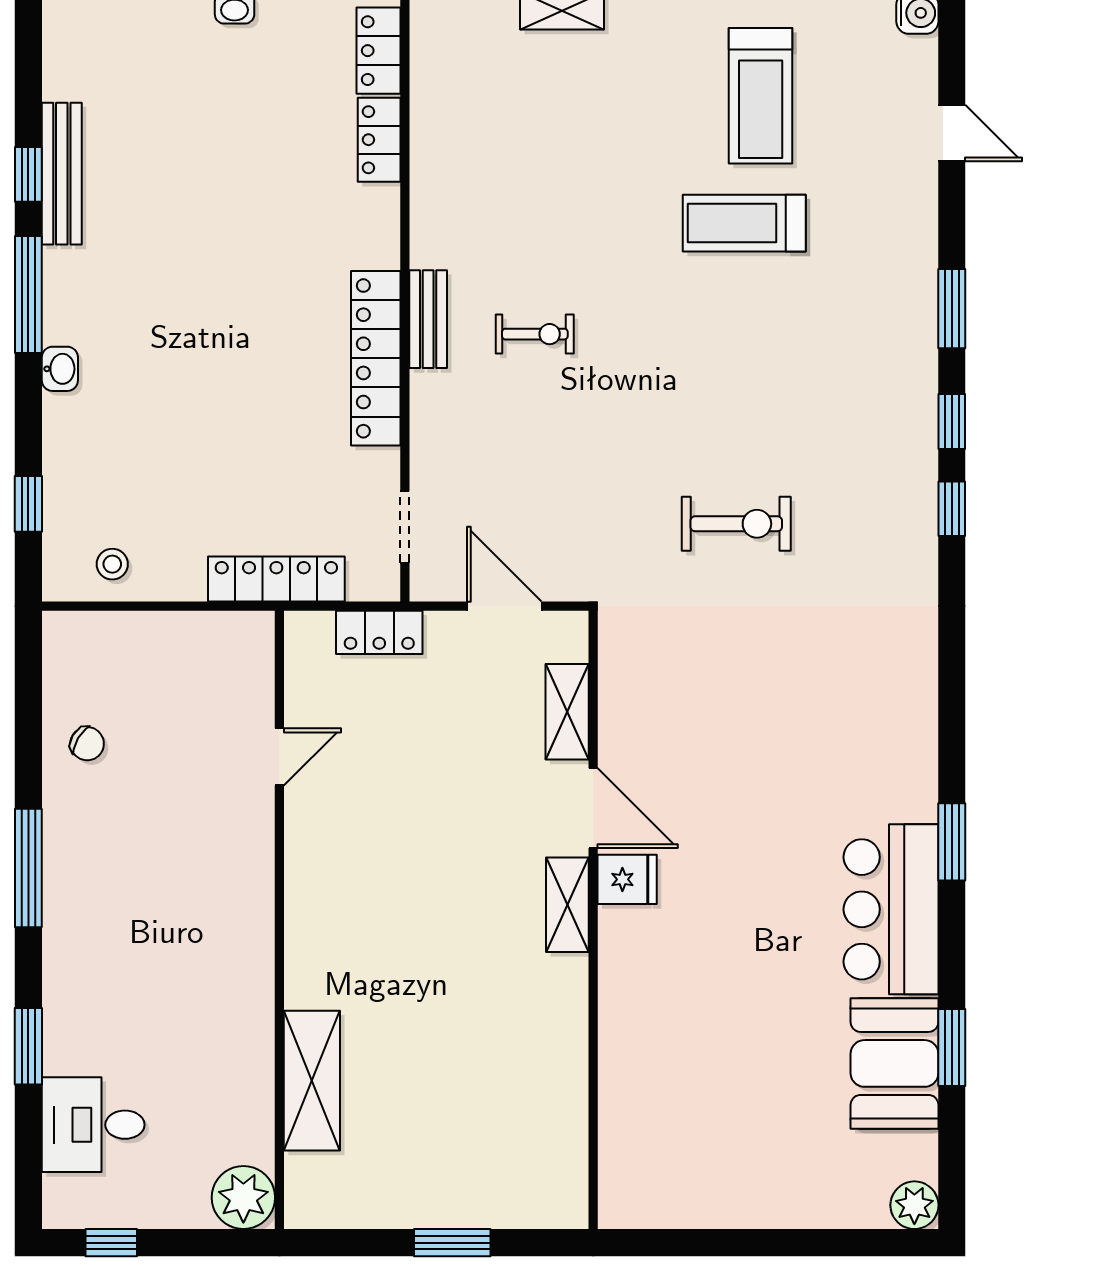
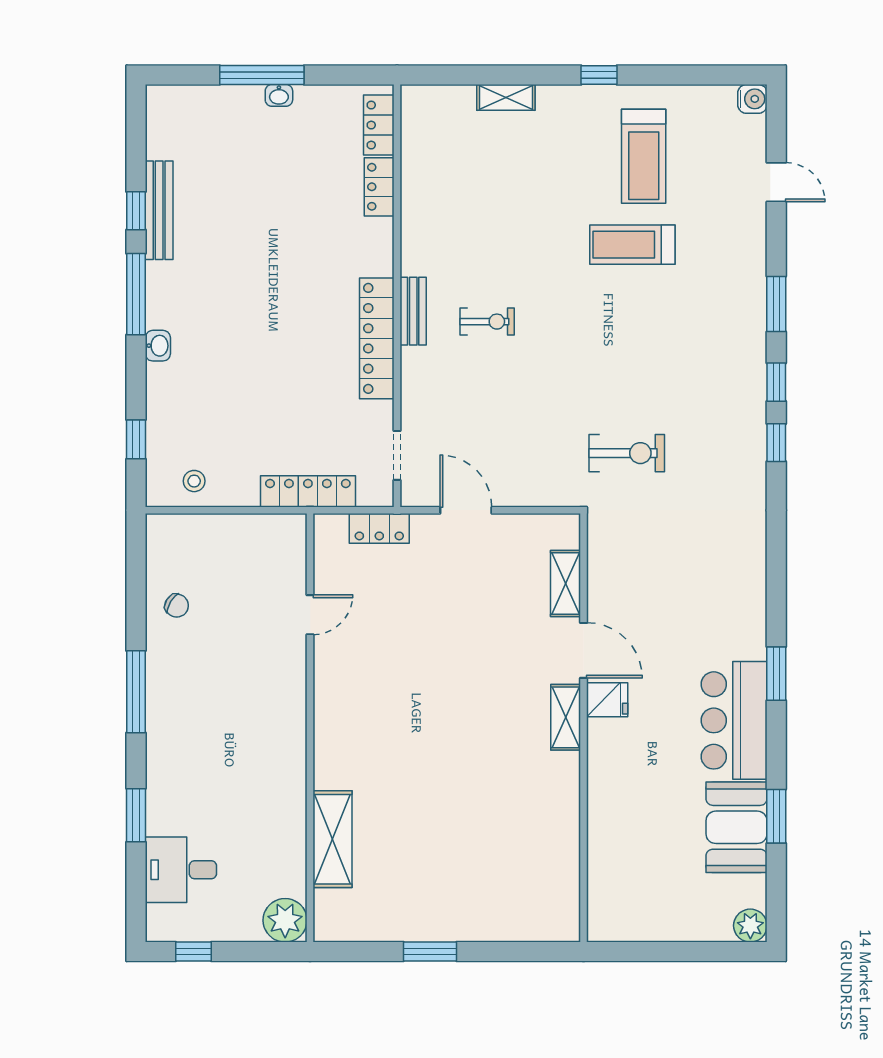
shelving: (567, 712) -> (566, 583), moved
door: (593, 808) -> (584, 650), moved
fridge: (627, 879) -> (607, 700), moved
shelving: (567, 905) -> (566, 717), moved
wall: (593, 920) -> (584, 728), moved

